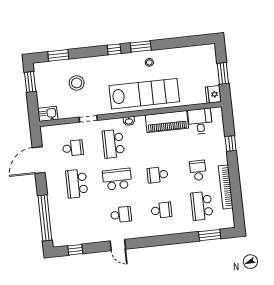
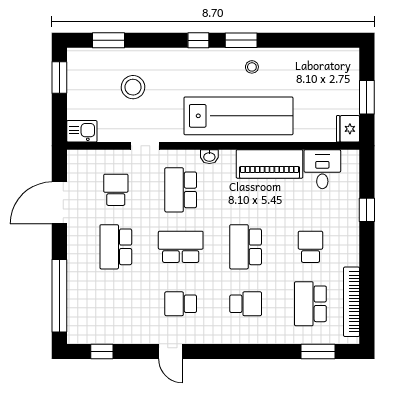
school desk: (73, 148) -> (116, 190), turned -90
school desk: (158, 175) -> (246, 247), width x1.85
bookcase: (226, 187) -> (352, 302), moved
school desk: (121, 215) -> (181, 304), turned 180

